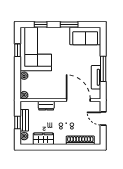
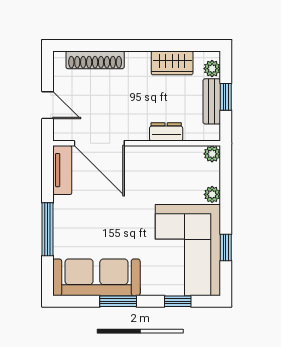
sofa: (85, 36) -> (96, 277), width x1.36
window: (103, 69) -> (48, 229), moved
tv unit: (96, 77) -> (62, 170), moved

